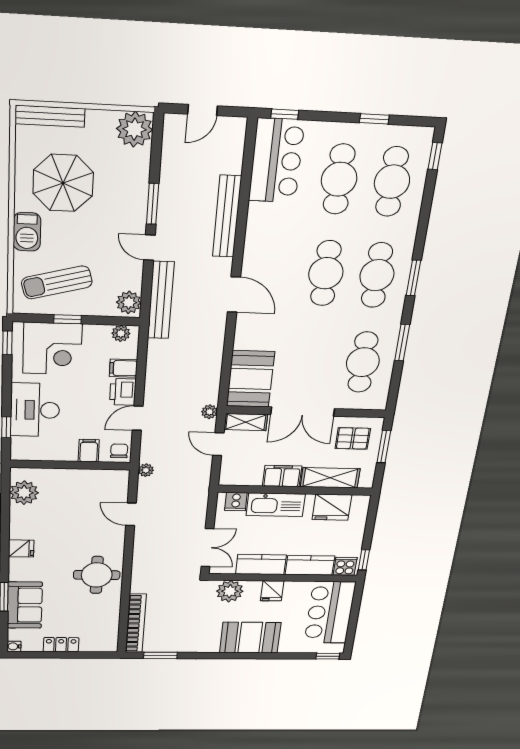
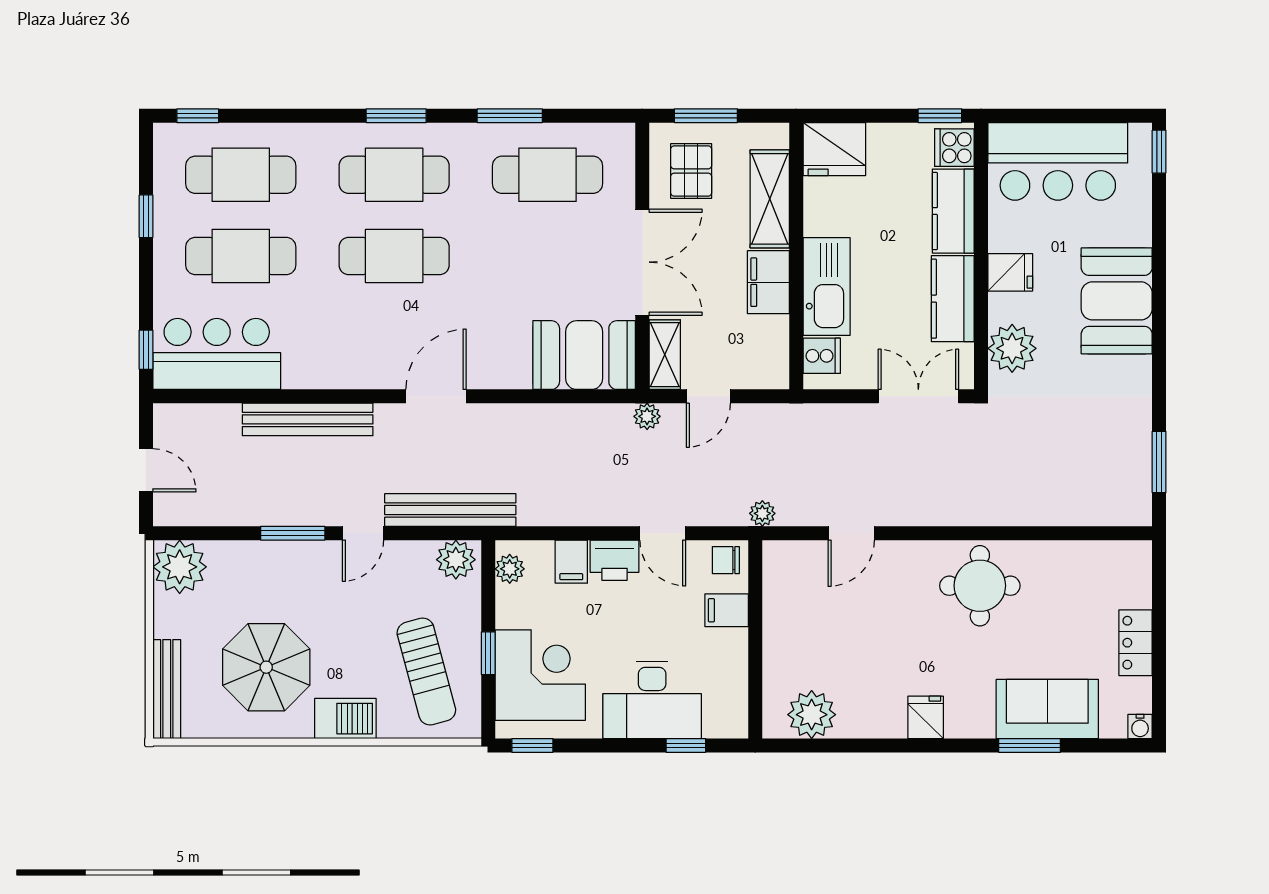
fridge: (332, 507) -> (834, 149), moved, turned 90
bookcase: (136, 623) -> (1086, 511), removed

